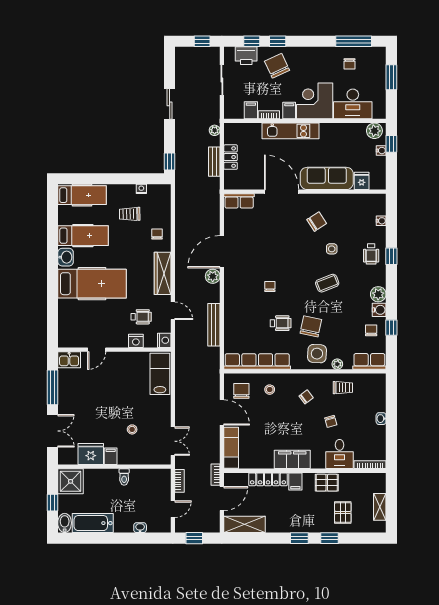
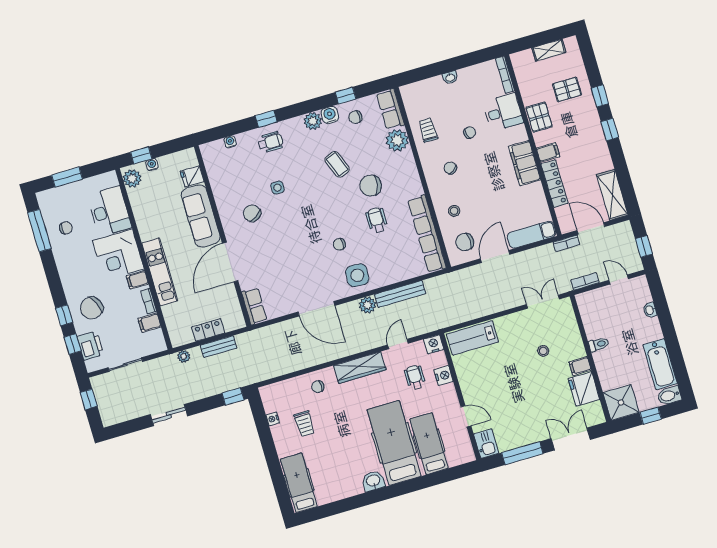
hospital bed: (83, 236) -> (429, 444), moved
plant: (213, 276) -> (368, 305), moved
coffee table: (327, 283) -> (337, 164), moved
side table: (317, 354) -> (357, 275), moved
plant: (337, 364) -> (397, 140), width x1.88, depth x1.88

